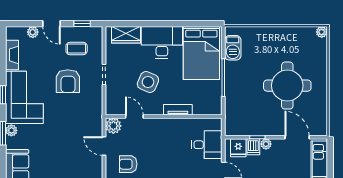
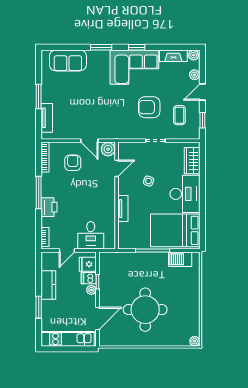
side table: (148, 82) -> (149, 181), width x0.54, depth x0.54
plant: (11, 130) -> (194, 55), moved
door: (104, 146) -> (89, 141), swing flipped

